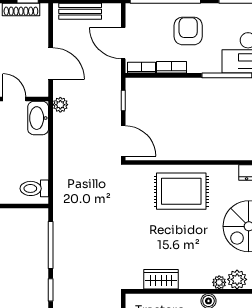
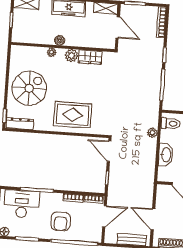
door: (123, 43) -> (104, 216), hinge flipped
door: (51, 63) -> (153, 219), moved
plant: (60, 105) -> (152, 133), moved
washbasin: (38, 118) -> (166, 155), moved
plant: (237, 279) -> (71, 56), moved

